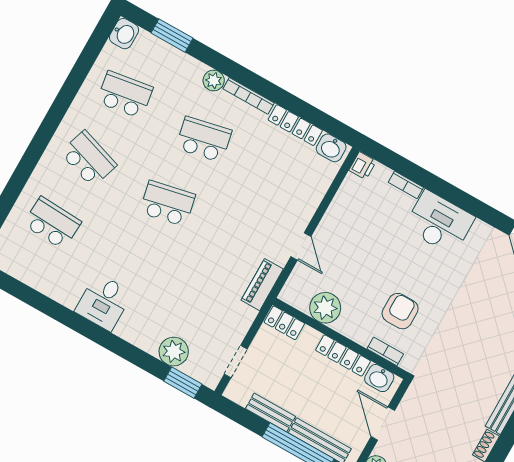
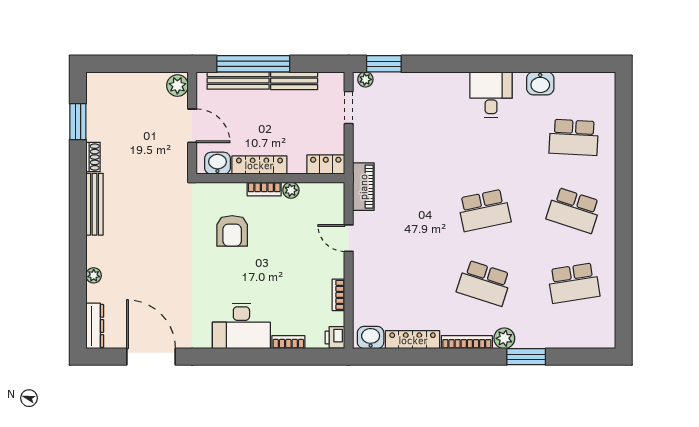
washbasin: (124, 34) -> (540, 83), moved, turned -90
window: (172, 36) -> (526, 357), moved
school desk: (204, 139) -> (484, 283), turned 30
bookcase: (338, 202) -> (338, 295), added
plant: (325, 308) -> (291, 190), width x0.53, depth x0.53
bookcase: (385, 351) -> (264, 189), moved
plant: (174, 352) -> (365, 79), moved, width x0.53, depth x0.53

